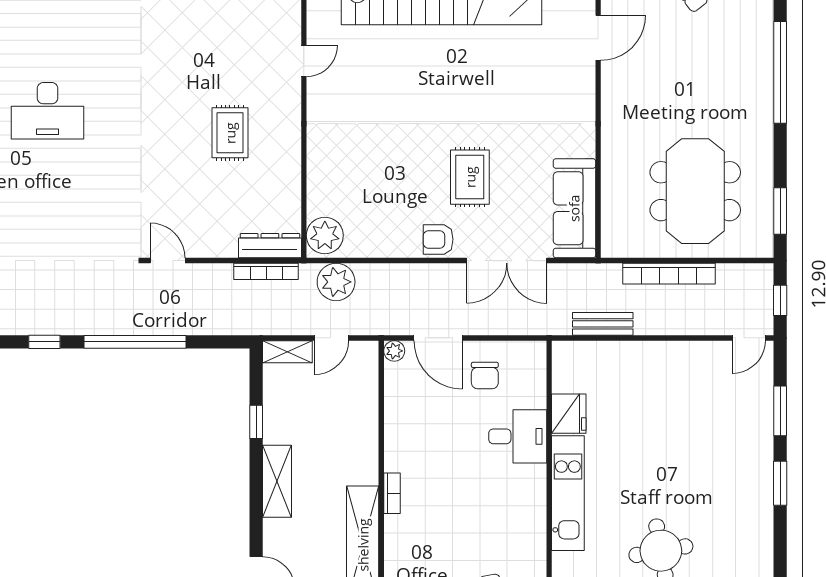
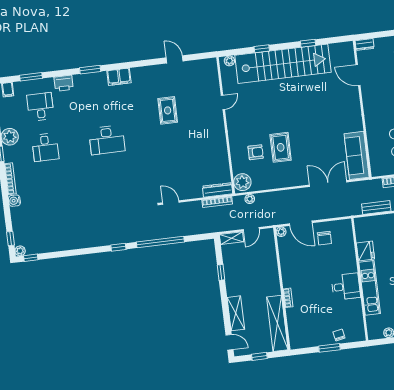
door: (598, 38) -> (358, 75), swing flipped
rug: (230, 133) -> (168, 110), moved
rug: (470, 177) -> (281, 147), moved
armchair: (438, 239) -> (256, 152), moved, turned 180
double door: (507, 261) -> (328, 184), swing flipped
plant: (336, 282) -> (250, 199), width x0.53, depth x0.53
desk: (518, 436) -> (346, 287), moved
shelving: (277, 481) -> (236, 313), moved

